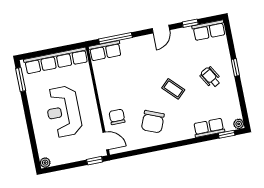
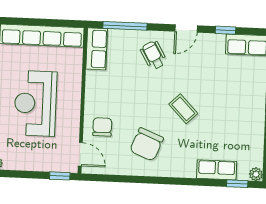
row of seats: (105, 51) -> (97, 49), moved, turned -90
wheelchair: (211, 77) -> (154, 55), moved

